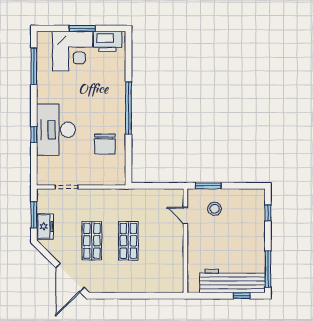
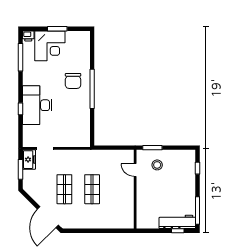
printer: (108, 41) -> (28, 36), moved, width x0.53, depth x0.68
chair: (105, 144) -> (73, 81), moved
freezer: (45, 226) -> (29, 160), moved
workbench: (233, 281) -> (177, 222), width x0.73, depth x0.76

